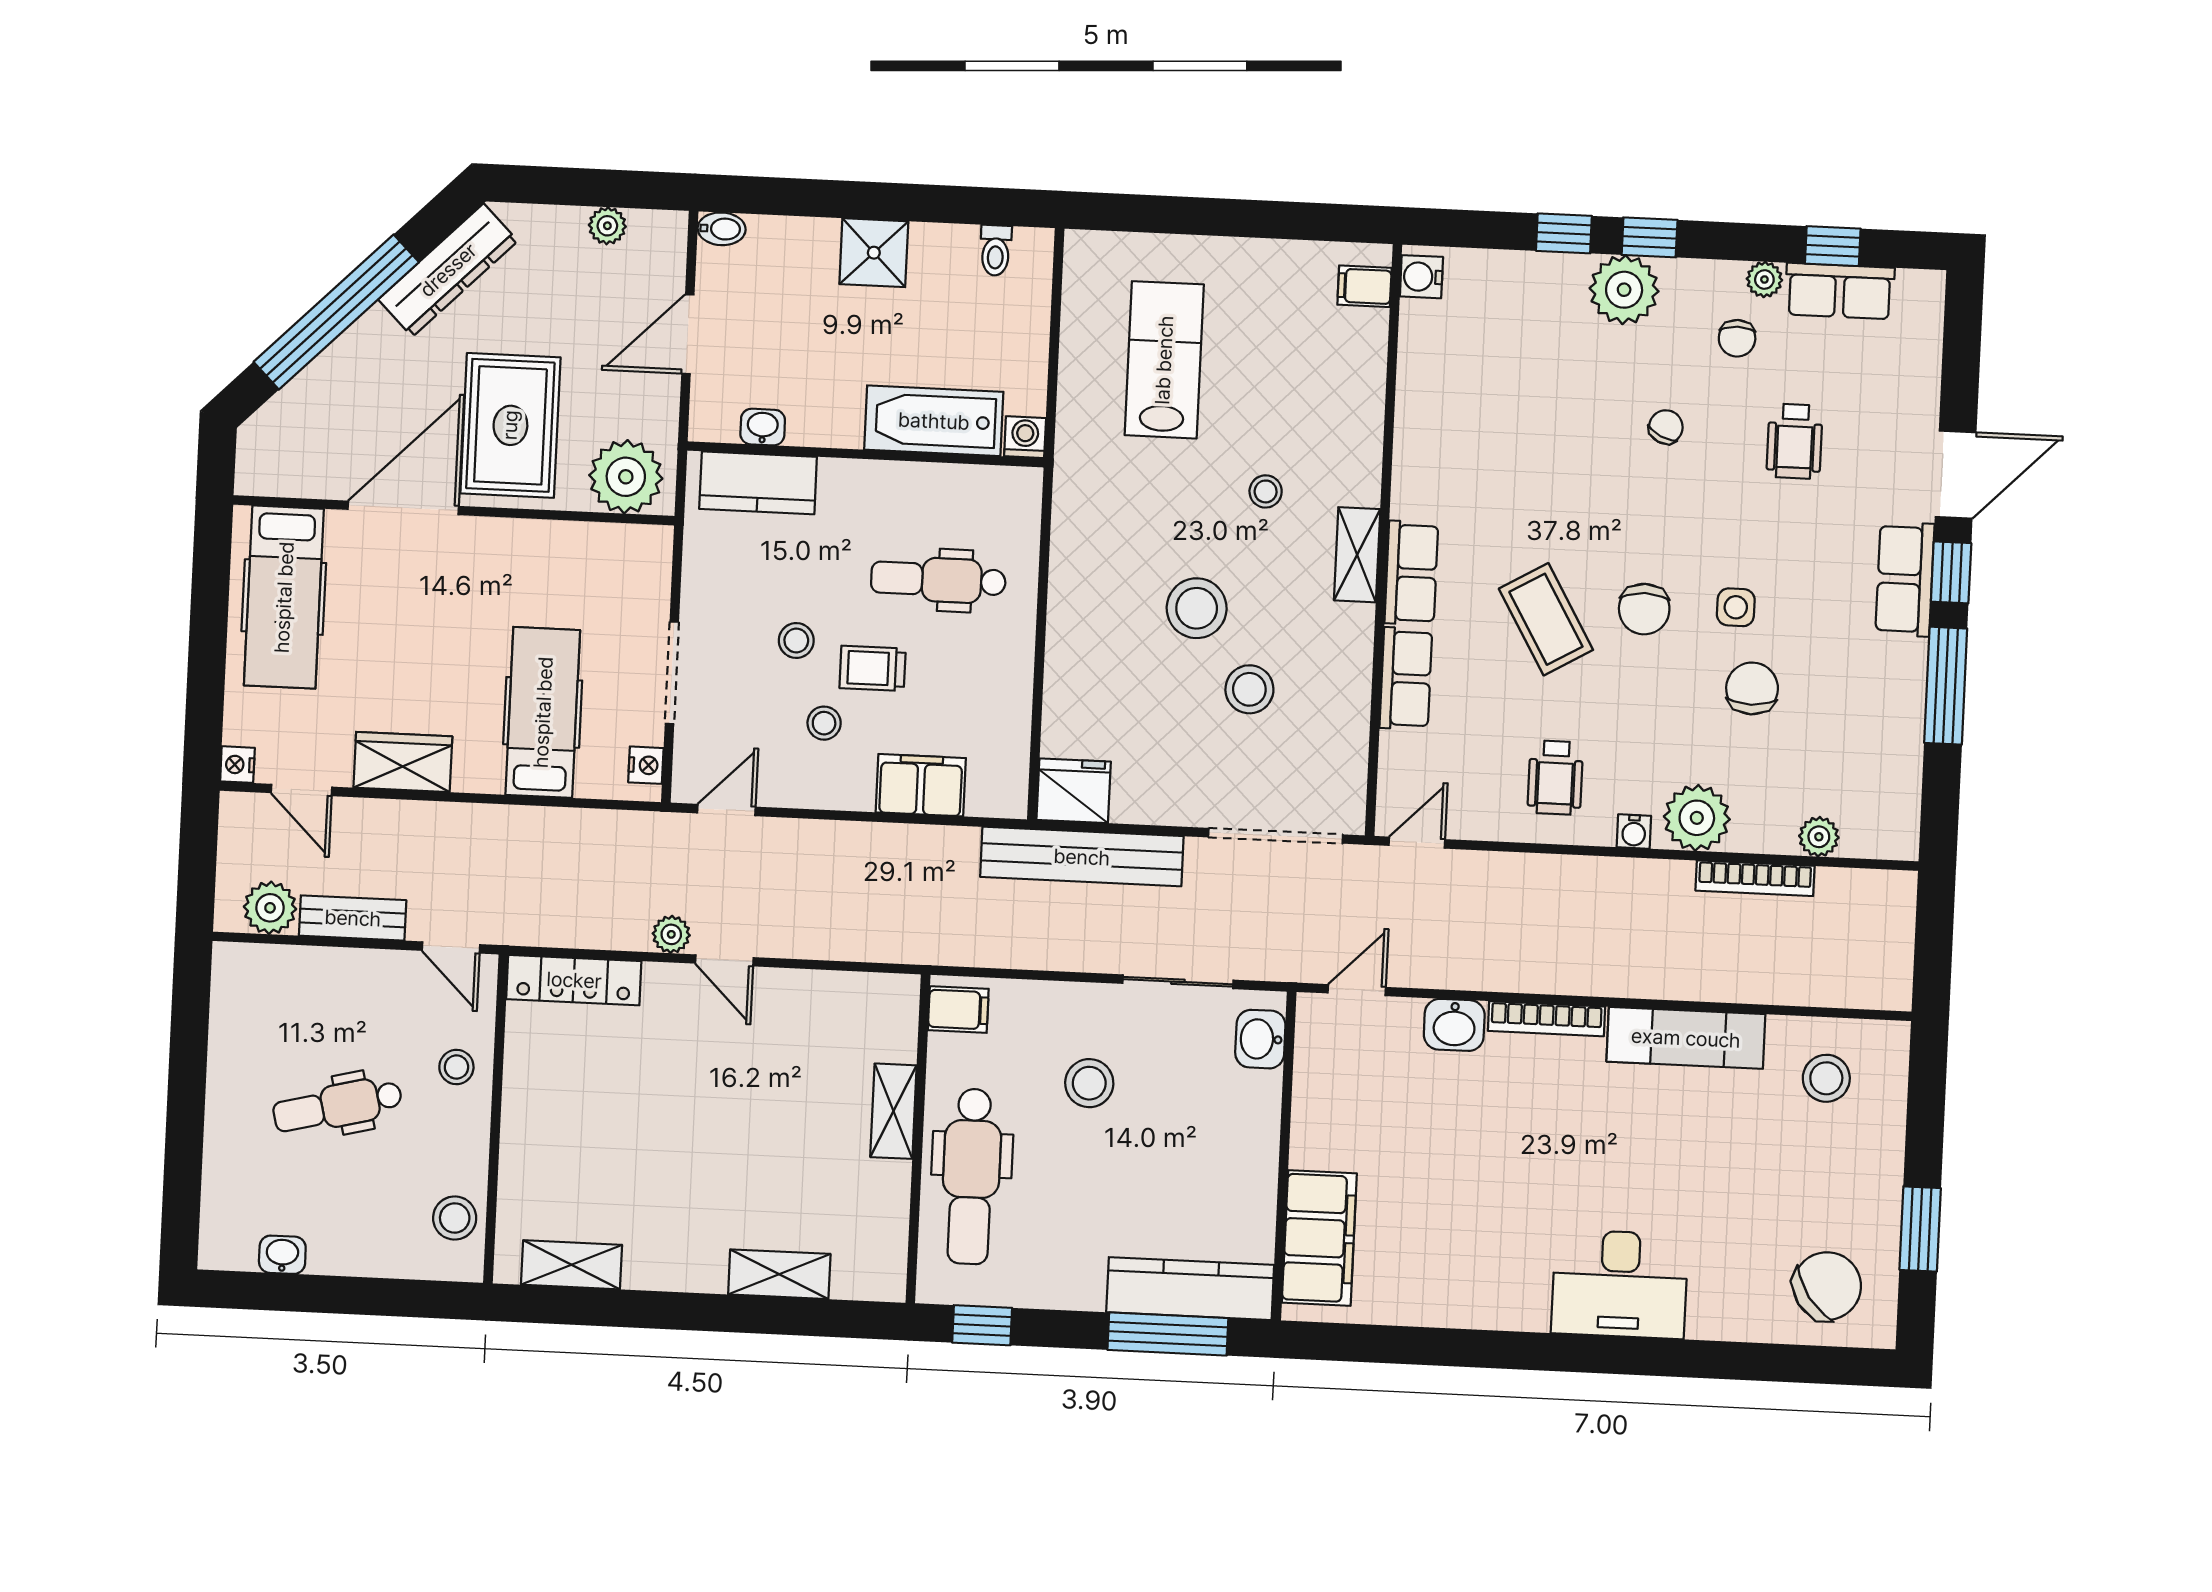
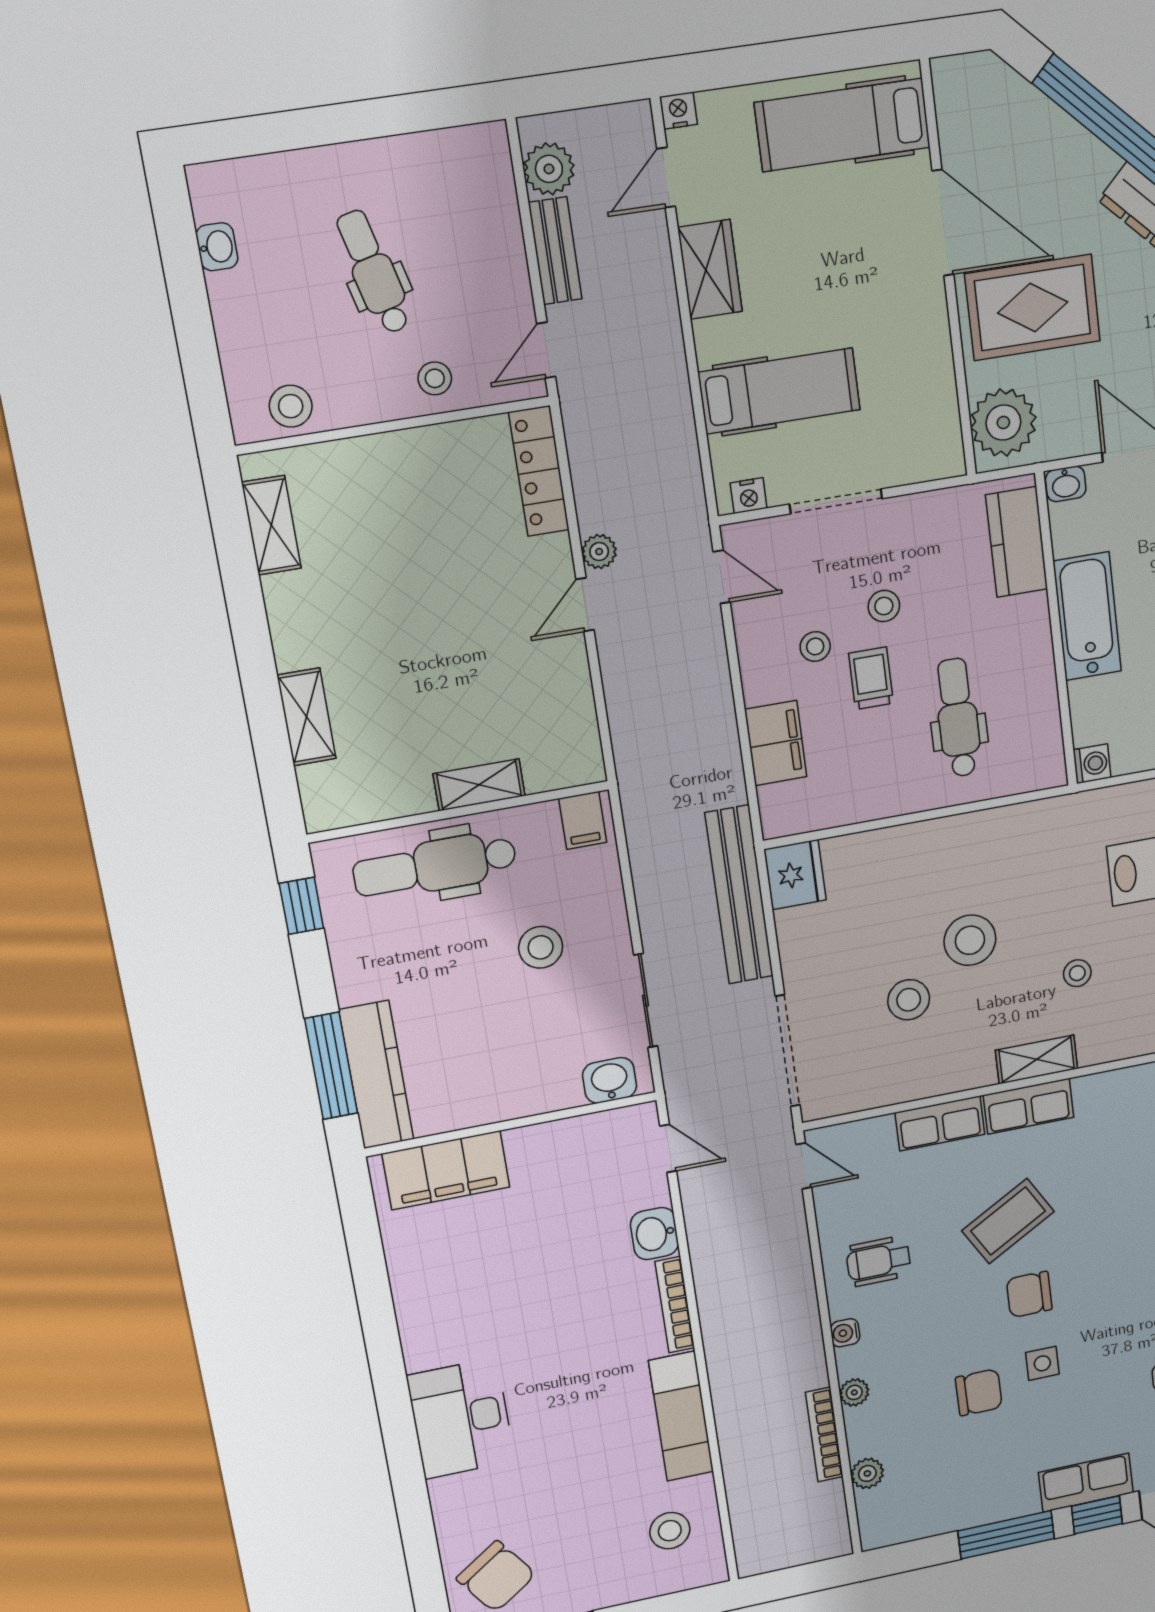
bathtub: (934, 421) -> (1087, 616), moved
washbasin: (763, 427) -> (1066, 484), moved, turned 90
plant: (1697, 818) -> (854, 1392), width x0.53, depth x0.53

